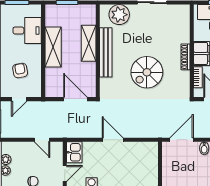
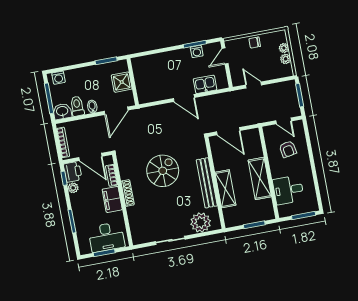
door: (19, 99) -> (284, 121), swing flipped
kitchen sink: (74, 152) -> (205, 84), moved, turned 90
shower: (171, 167) -> (122, 82), added

